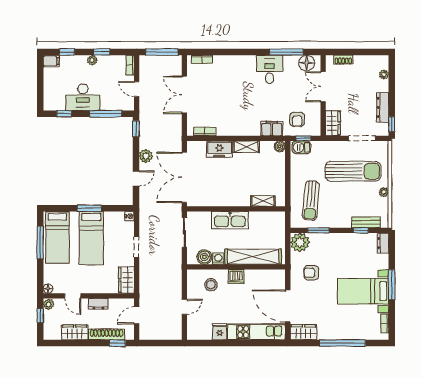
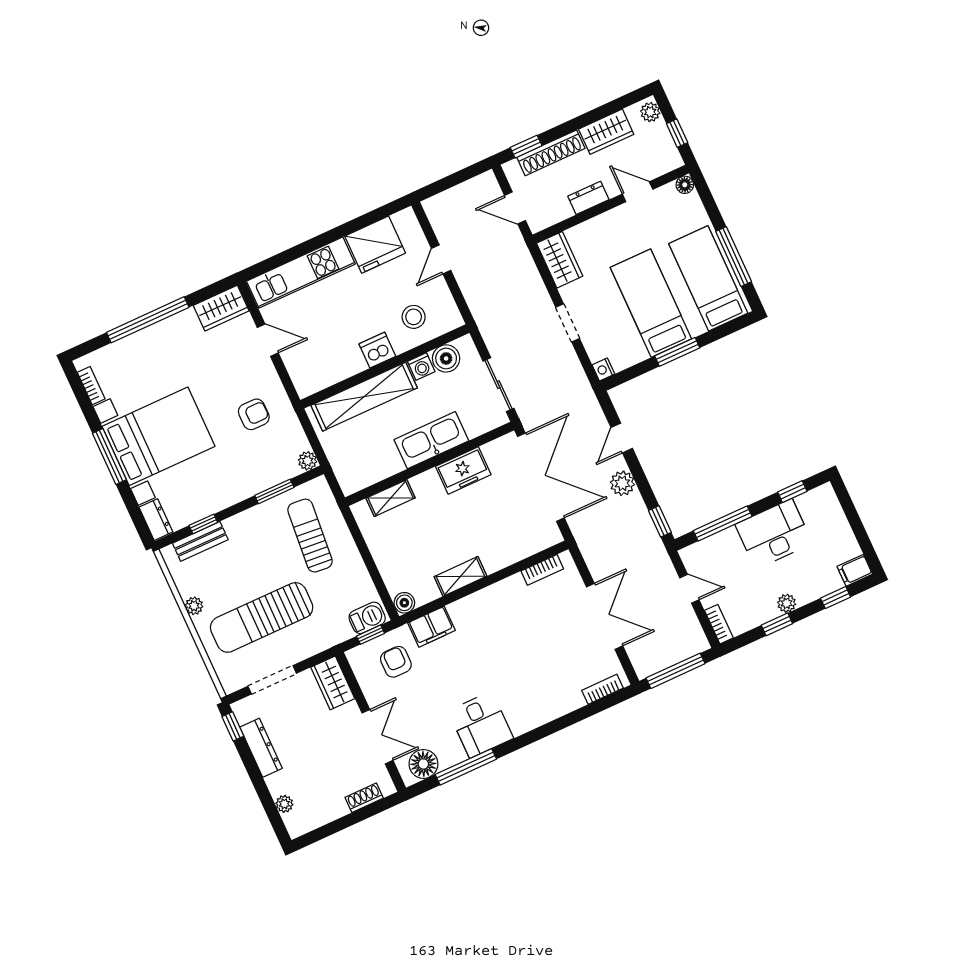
freezer: (219, 149) -> (463, 471), moved, turned 180
plant: (300, 242) -> (307, 461), width x0.53, depth x0.53
bed with nightstands: (363, 291) -> (159, 436), width x1.36
plant: (49, 304) -> (650, 112), moved
door: (288, 306) -> (268, 340), width x0.53
door: (137, 315) -> (515, 208), swing flipped
fridge: (220, 332) -> (375, 245), width x1.88, depth x1.34

